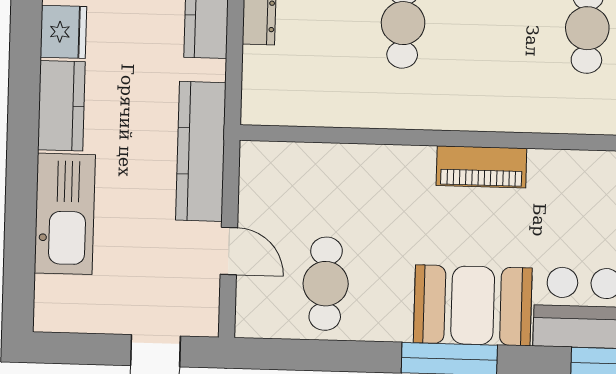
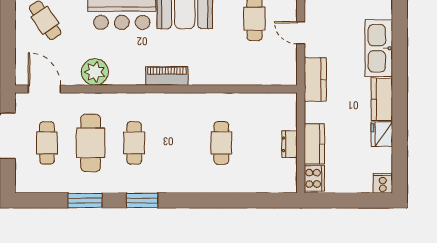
kitchen counter: (201, 151) -> (315, 80), width x0.67
piano: (481, 167) -> (167, 76), moved

